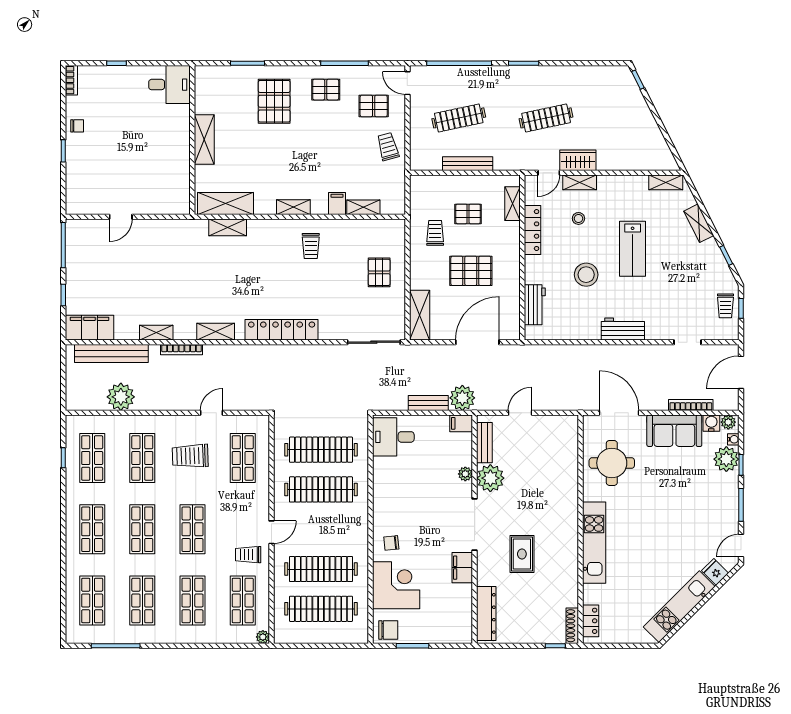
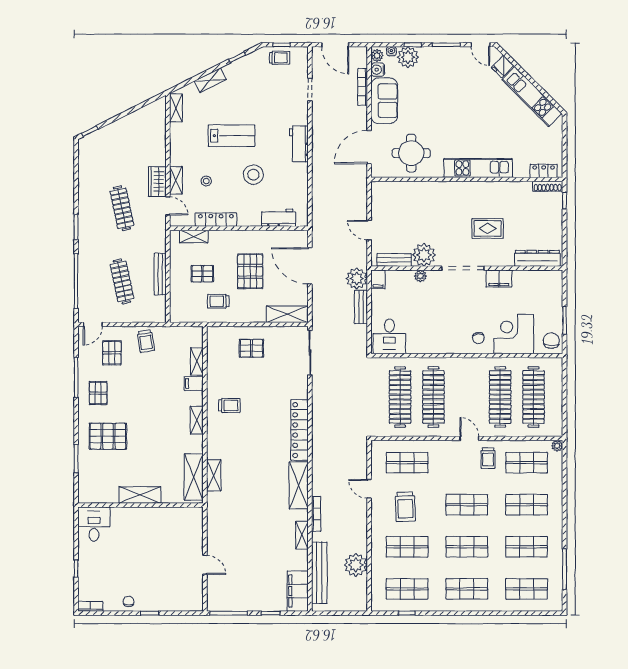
trolley: (388, 147) -> (146, 341), turned -83
pallet: (468, 214) -> (202, 274), turned 90
shelving: (216, 332) -> (299, 485), width x1.50, depth x1.33

